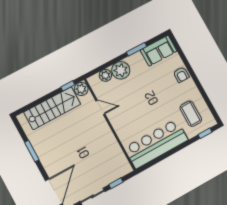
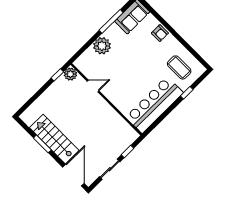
window: (137, 49) -> (111, 21), width x1.44
plant: (105, 75) -> (89, 55), removed
stairs: (52, 108) -> (54, 139), moved, turned -90
window: (205, 133) -> (187, 93), moved

